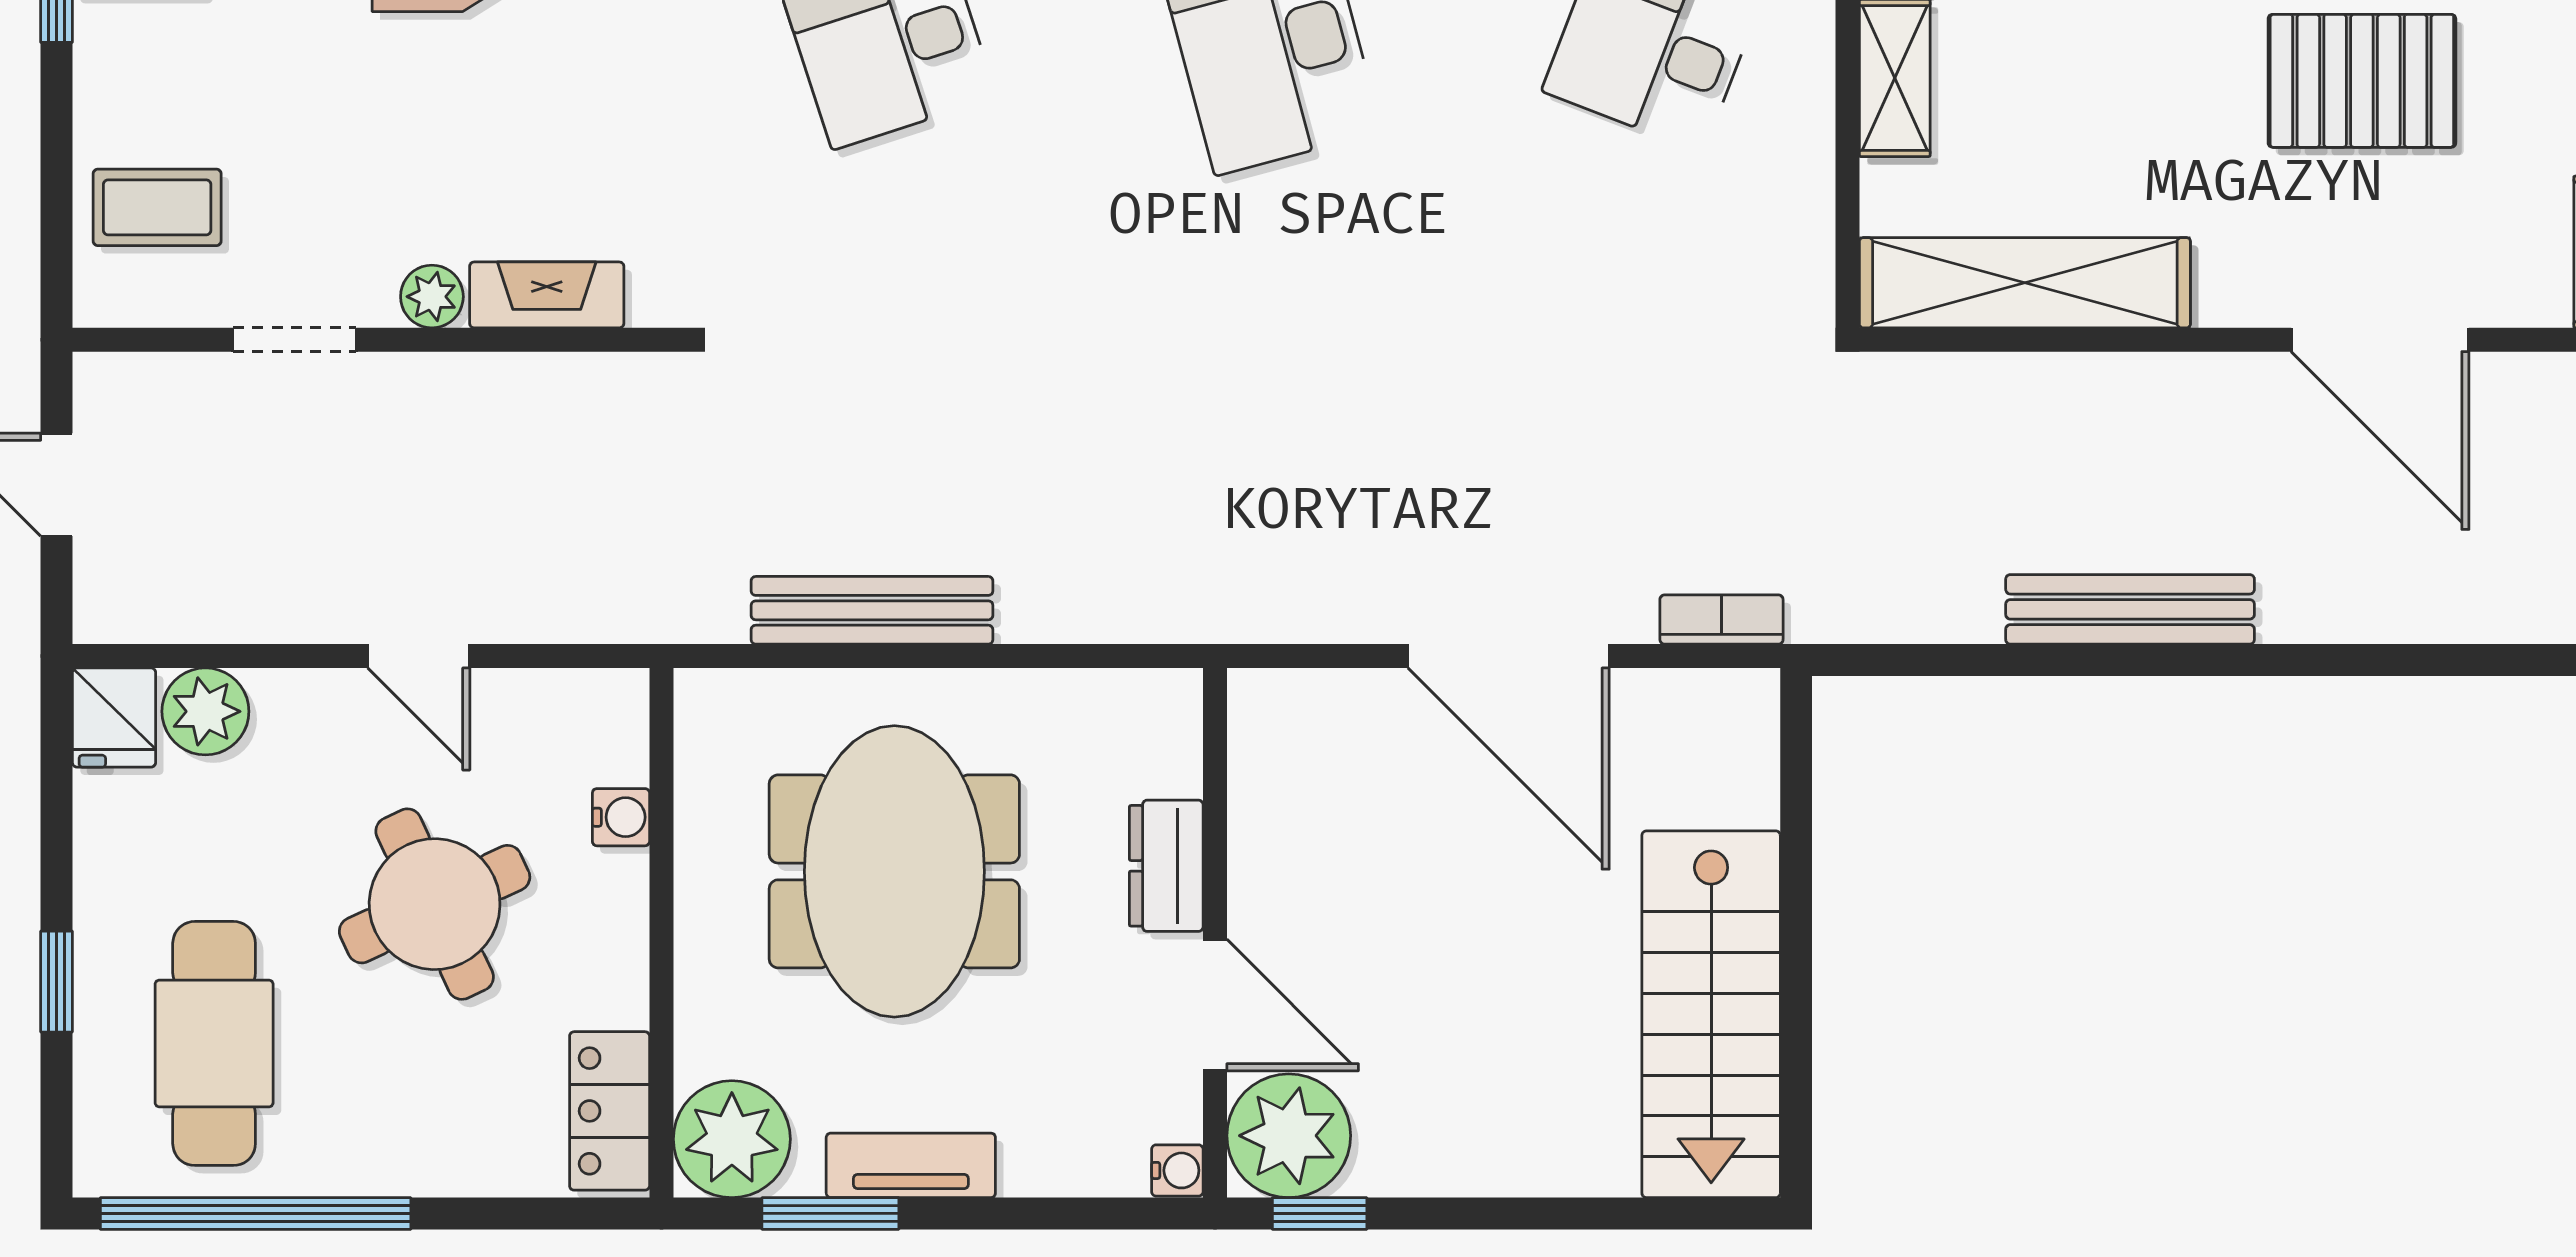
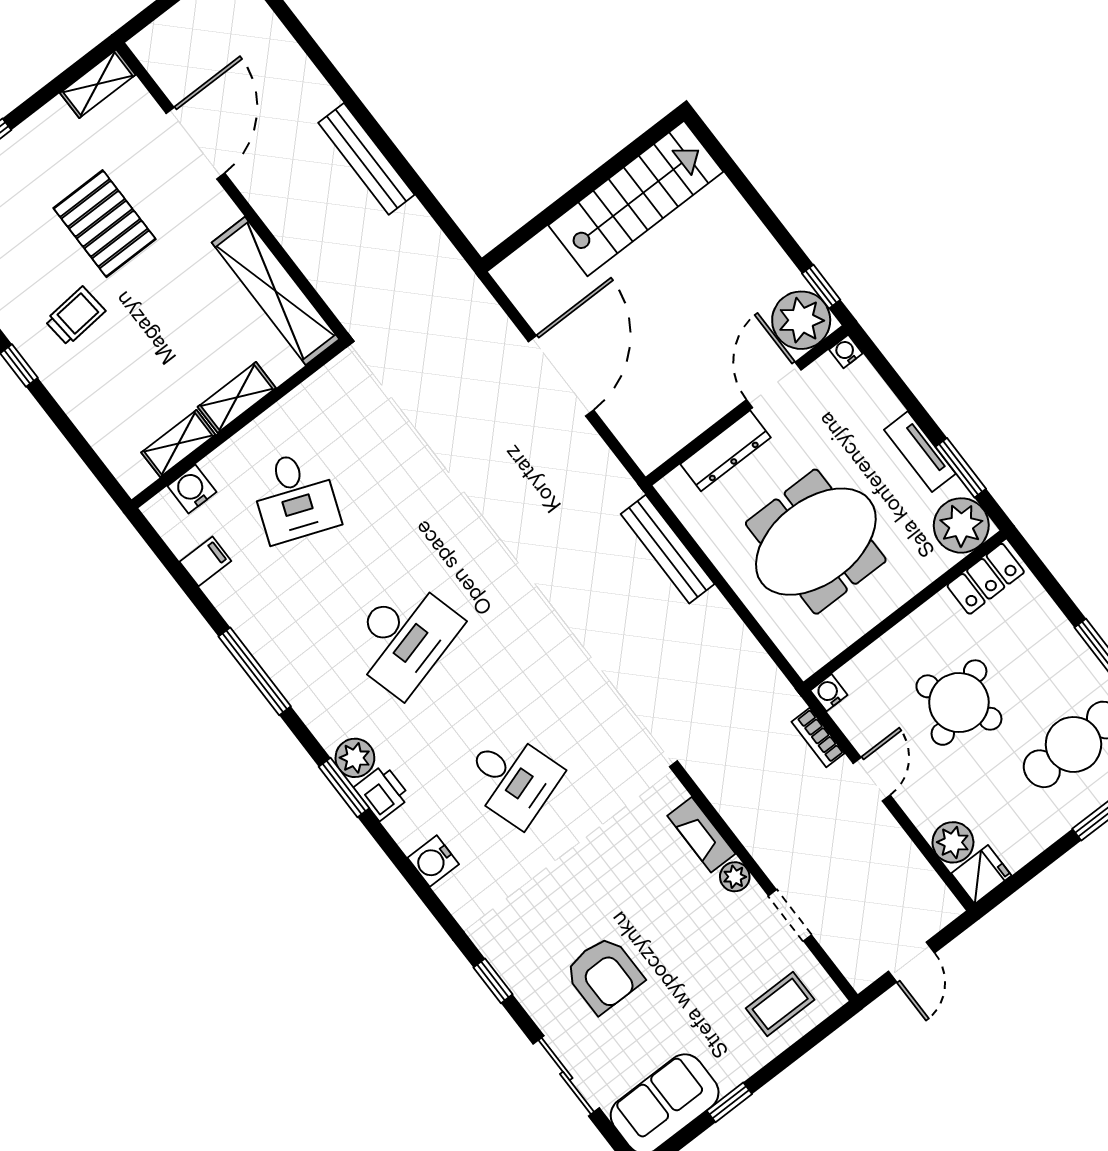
coffee table: (157, 207) -> (780, 1004), turned 90
bench: (872, 610) -> (668, 549), moved
bookcase: (1721, 620) -> (818, 737), moved
water cooler: (621, 817) -> (829, 693), moved
dresser: (1166, 866) -> (726, 451), width x1.44

